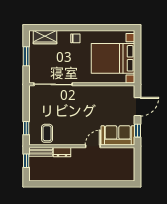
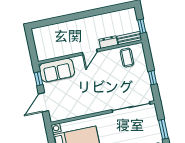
window: (26, 128) -> (153, 78), moved
door: (93, 146) -> (90, 52), moved

